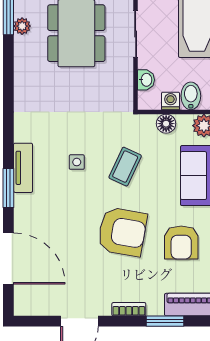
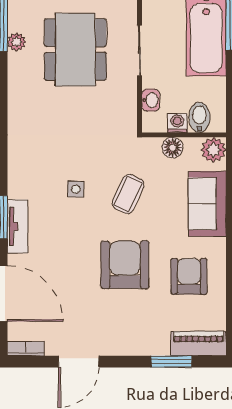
tv unit: (23, 168) -> (18, 226), moved
armchair: (122, 232) -> (125, 265), turned -100
armchair: (181, 242) -> (189, 276), turned 180
bookcase: (129, 309) -> (26, 349), moved

